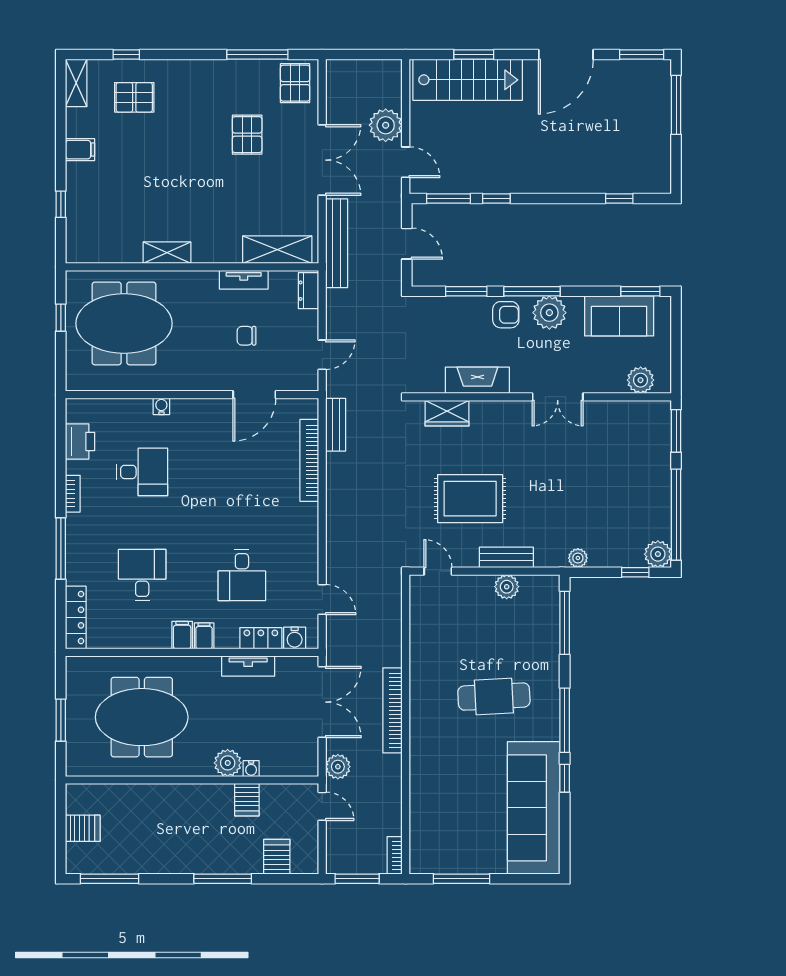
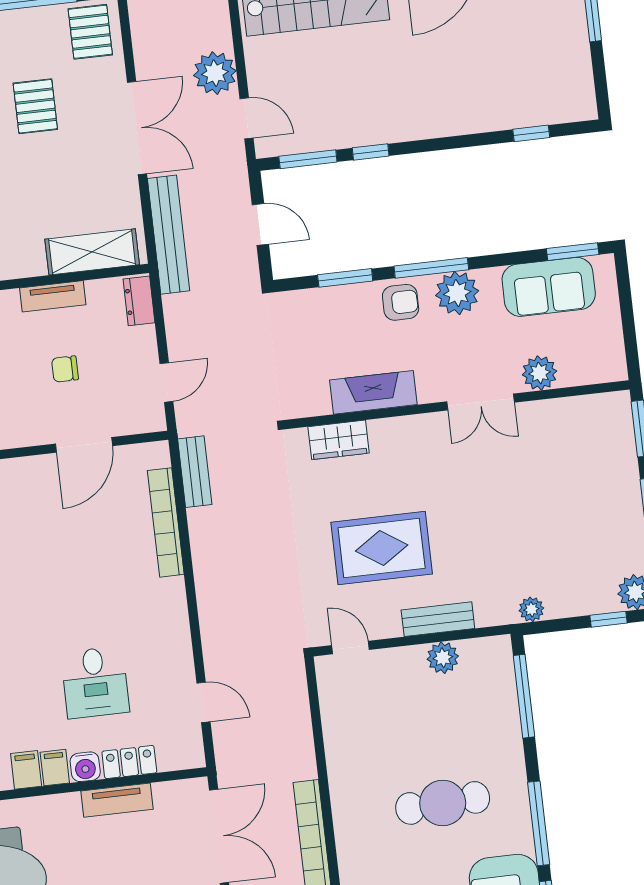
plant: (641, 380) -> (540, 373), moved
water cooler: (295, 638) -> (85, 767), moved

